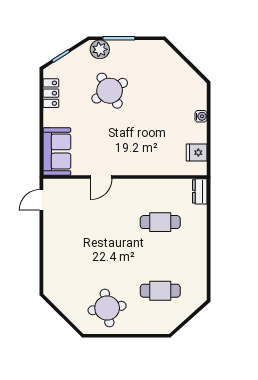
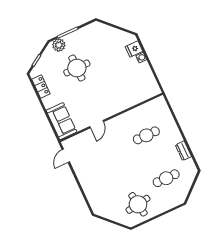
round table: (110, 91) -> (77, 68), turned 31
fridge: (197, 153) -> (134, 49), moved
dresser: (200, 191) -> (183, 151), moved

